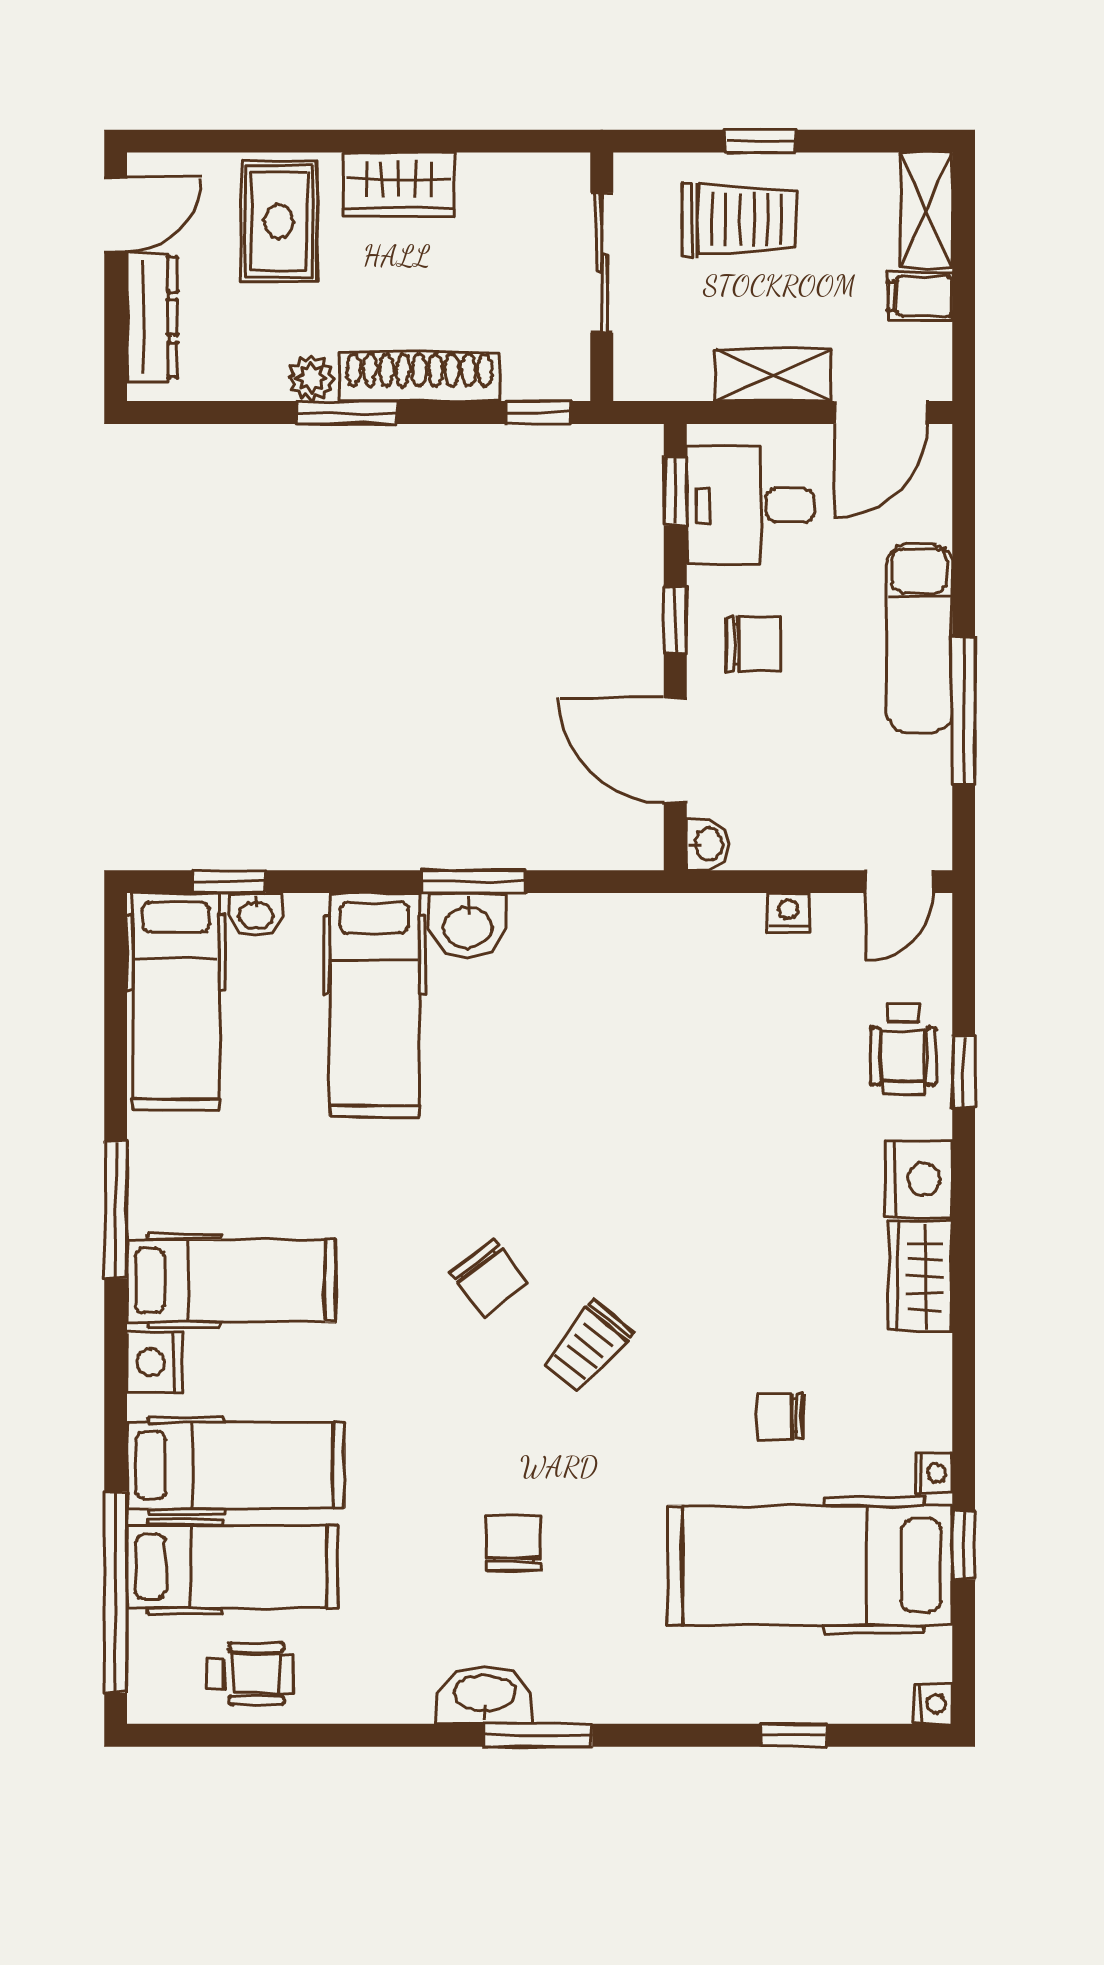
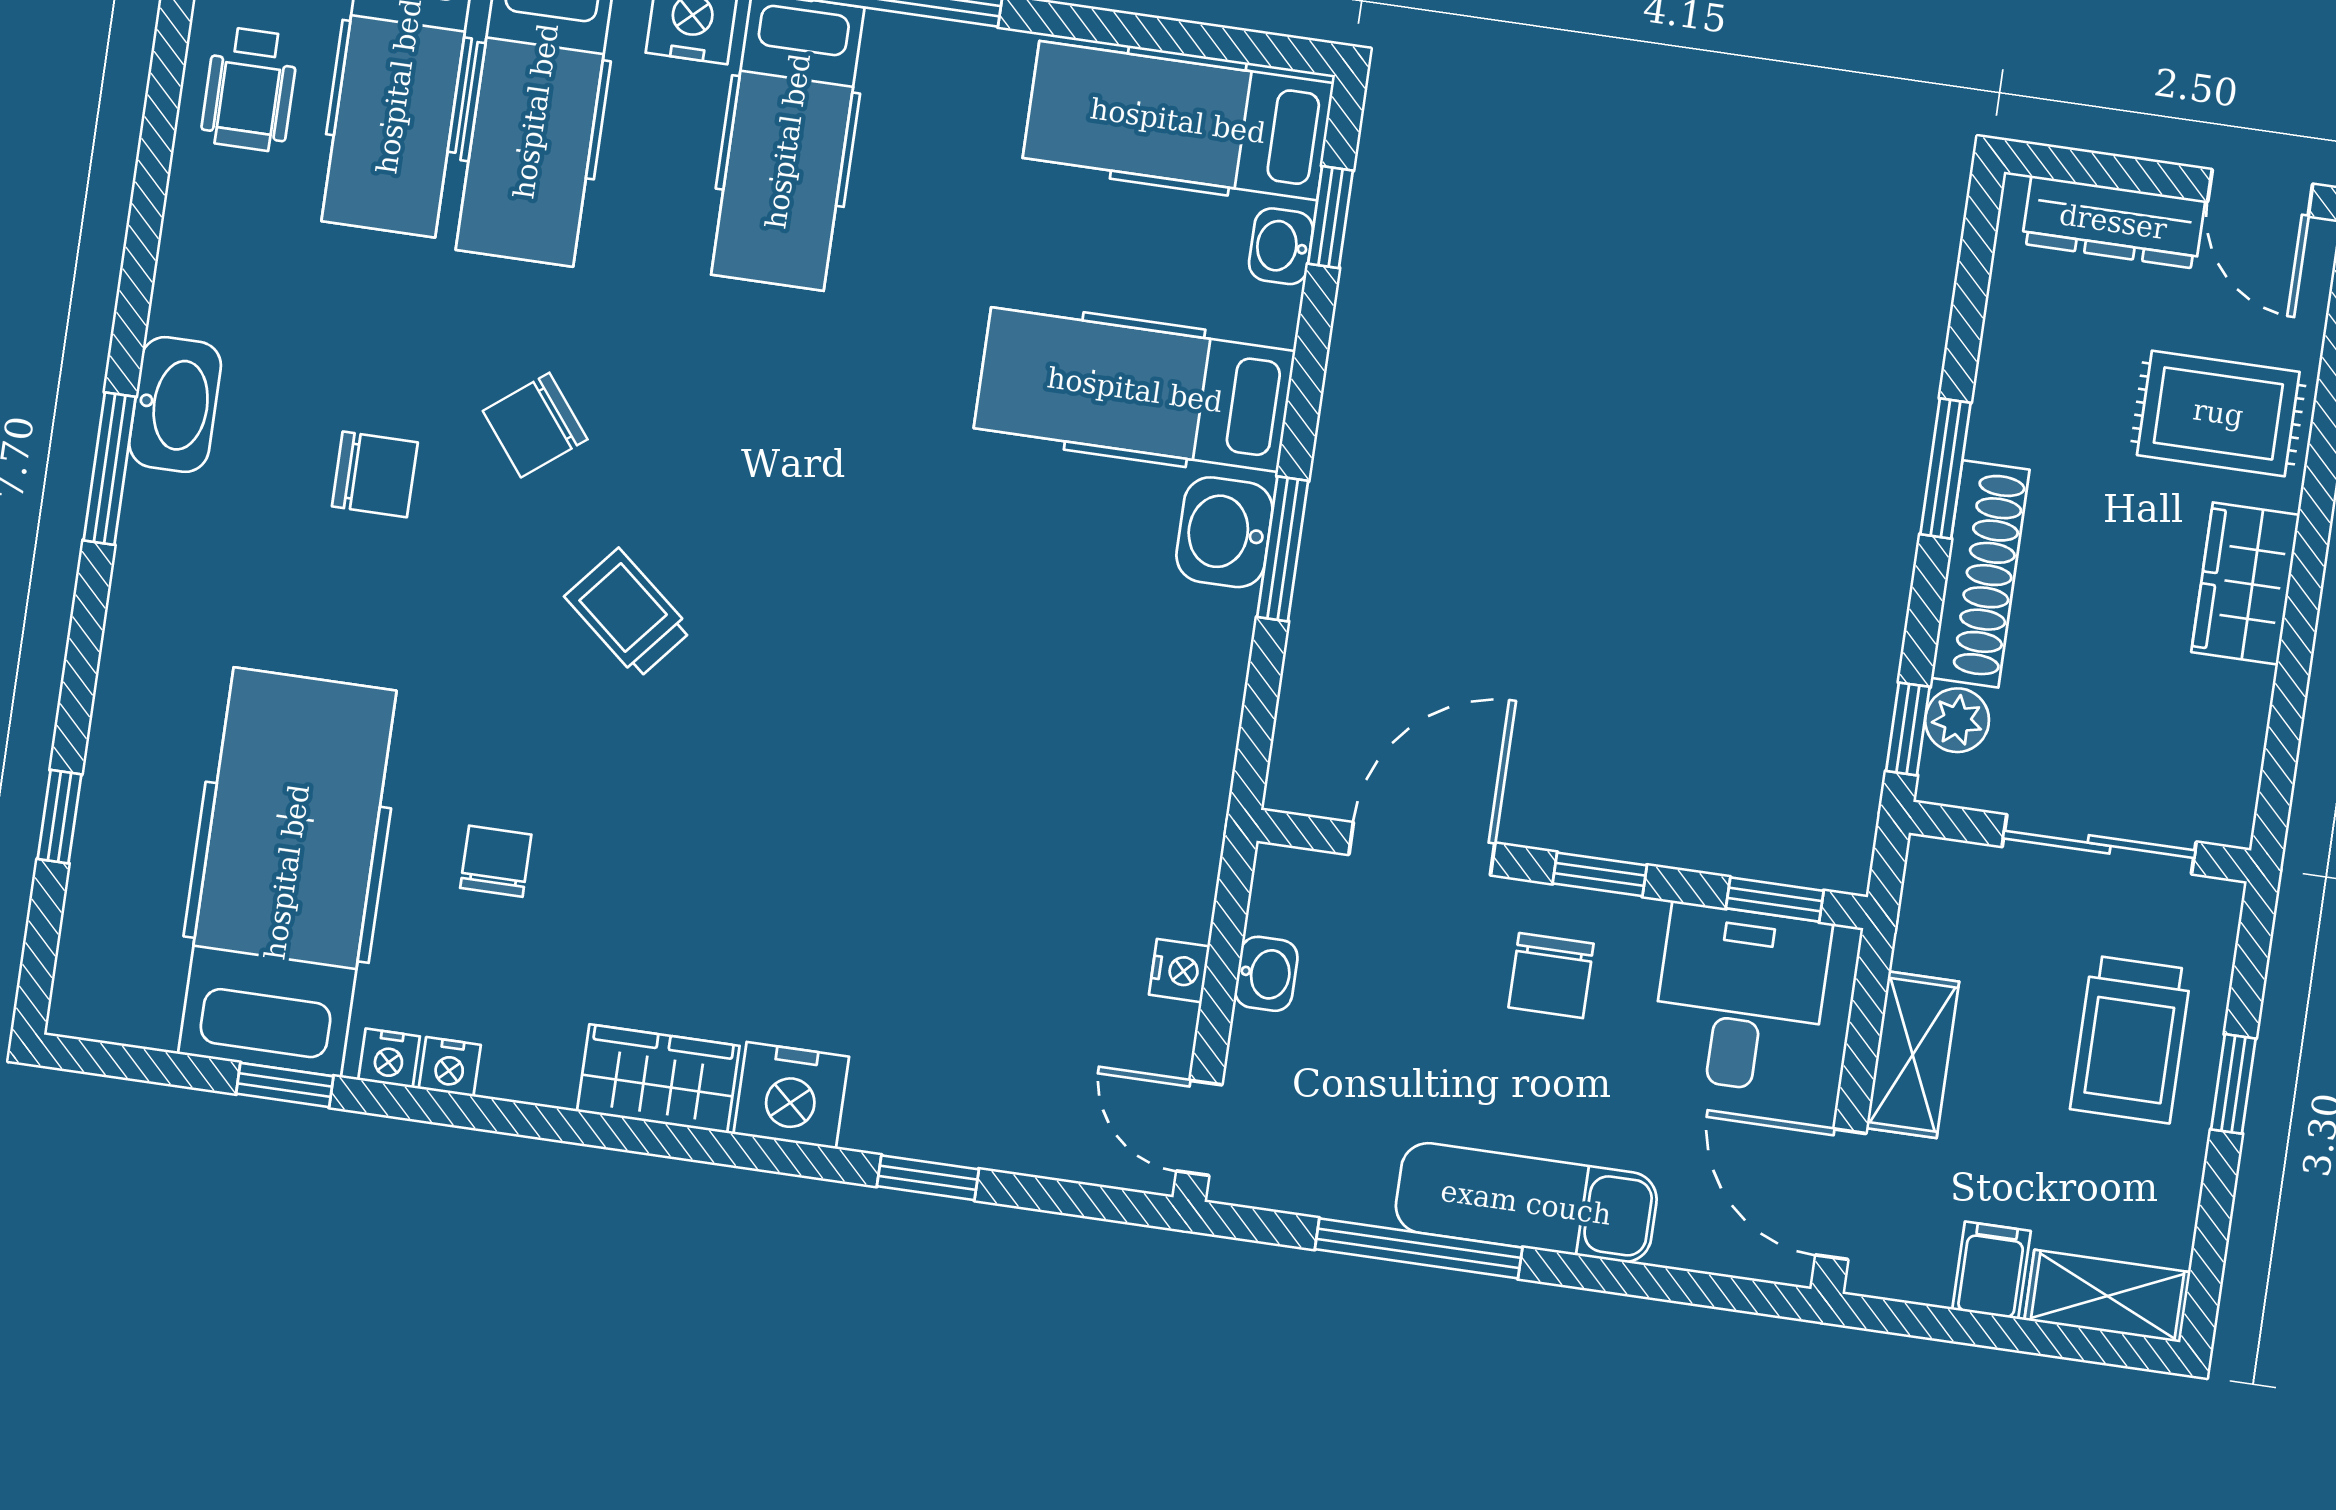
plant: (311, 378) -> (1957, 720), moved
washbasin: (708, 844) -> (1266, 974), moved, turned -90
wheelchair: (904, 1049) -> (971, 1101), removed
chair: (489, 1277) -> (535, 425), moved
nightstand: (933, 1704) -> (450, 1067), moved

